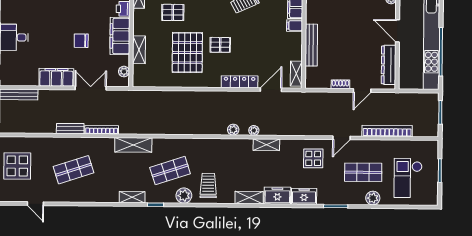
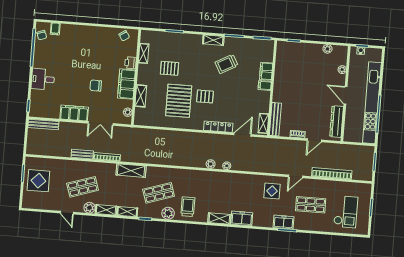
bench: (311, 45) -> (275, 119), moved
double door: (91, 88) -> (101, 123), swing flipped
shelving: (266, 145) -> (106, 210), moved
checkout: (408, 178) -> (346, 212), turned 180
freezer: (304, 196) -> (284, 222), moved
plant: (373, 198) -> (89, 208), moved
door: (35, 204) -> (67, 213), moved

